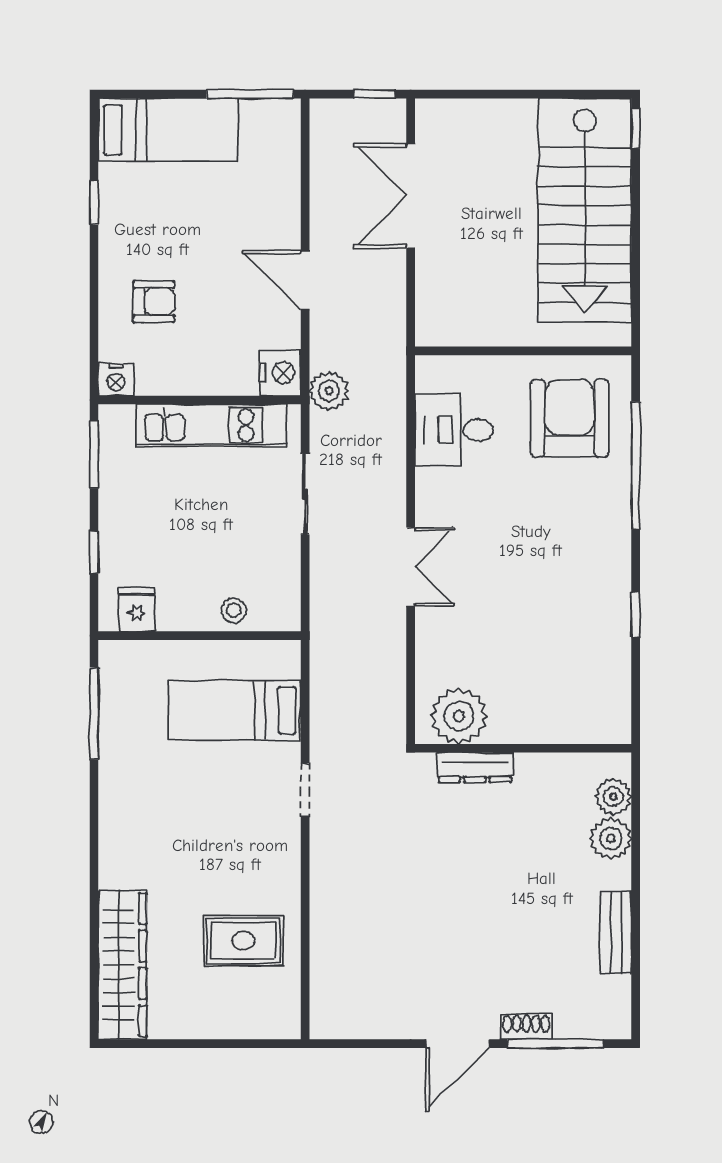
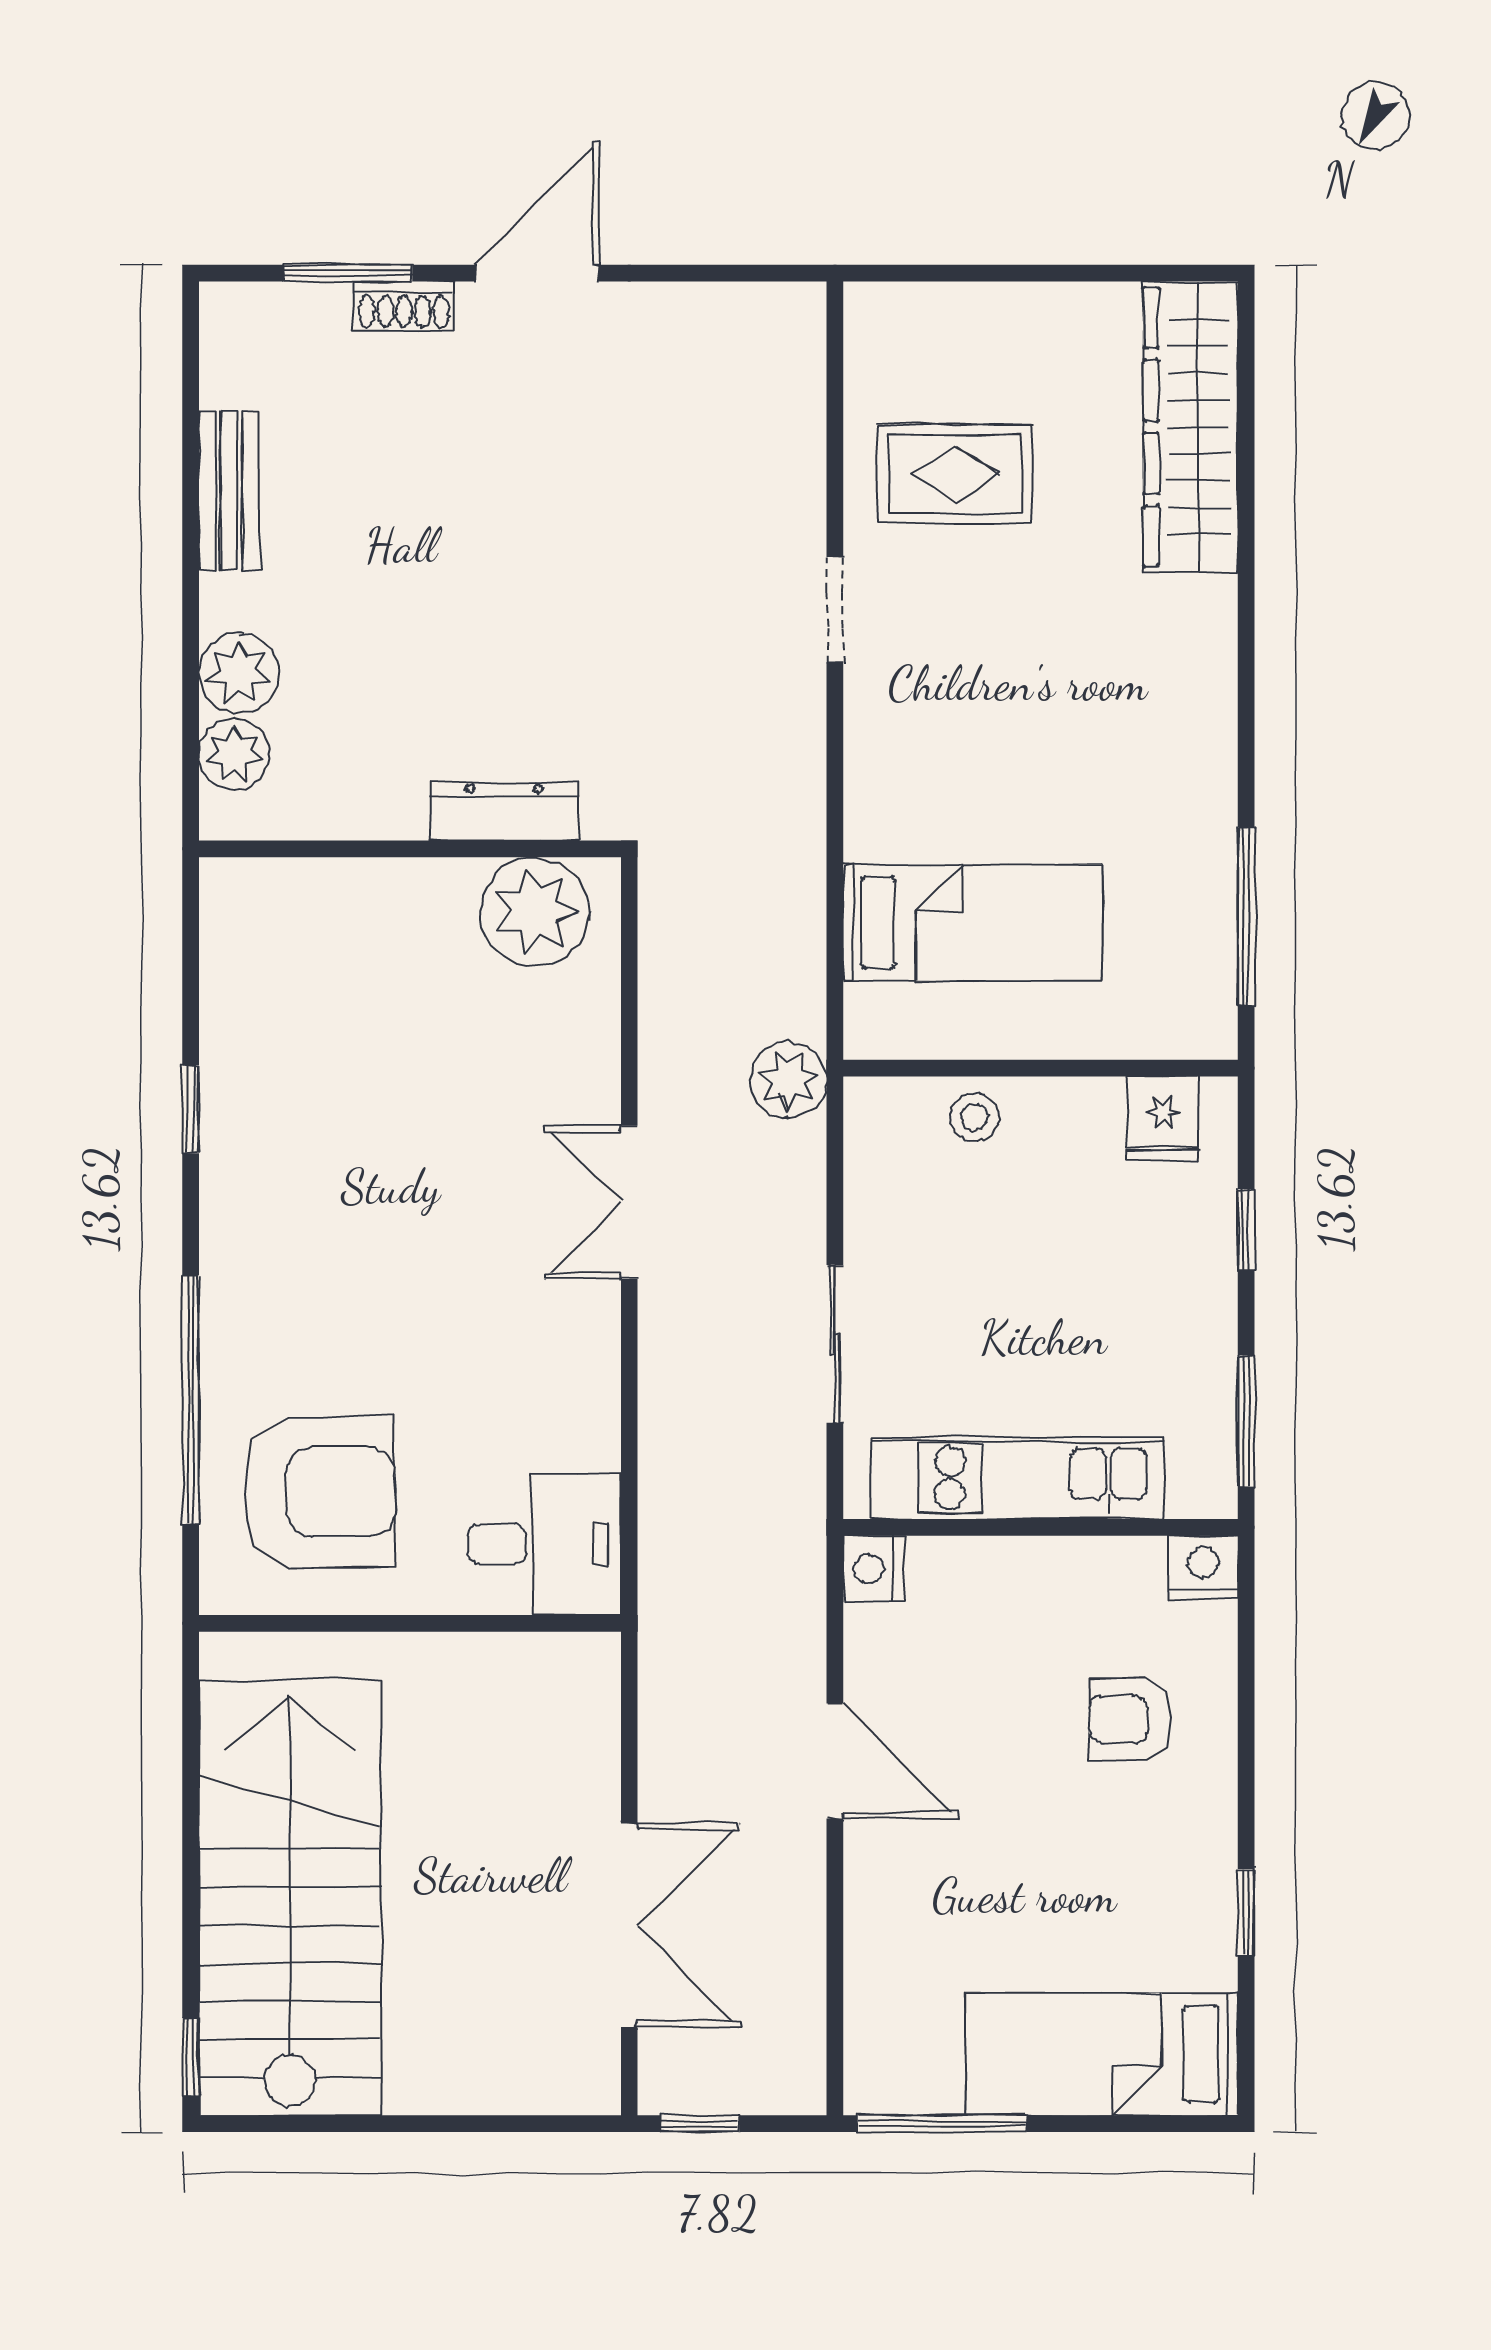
nightstand: (280, 373) -> (874, 1569), width x0.74, depth x0.75
plant: (329, 391) -> (788, 1080), moved
armchair: (570, 418) -> (319, 1492), turned -91
desk: (454, 430) -> (544, 1544), moved
doorway: (305, 790) -> (835, 609), moved
window: (555, 1044) -> (348, 273), width x0.69

